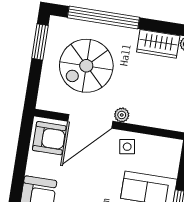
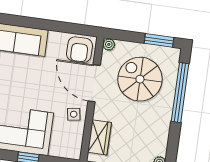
wardrobe: (158, 44) -> (99, 137), moved, turned 180
plant: (122, 115) -> (109, 44), moved

